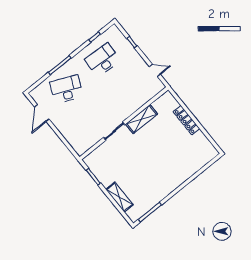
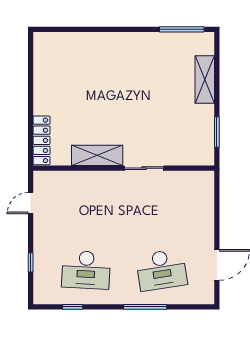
door: (155, 71) -> (31, 203), hinge flipped
desk: (66, 89) -> (161, 270), turned -33
locker: (186, 120) -> (42, 140), moved

